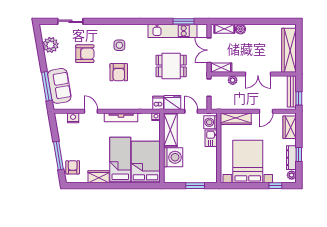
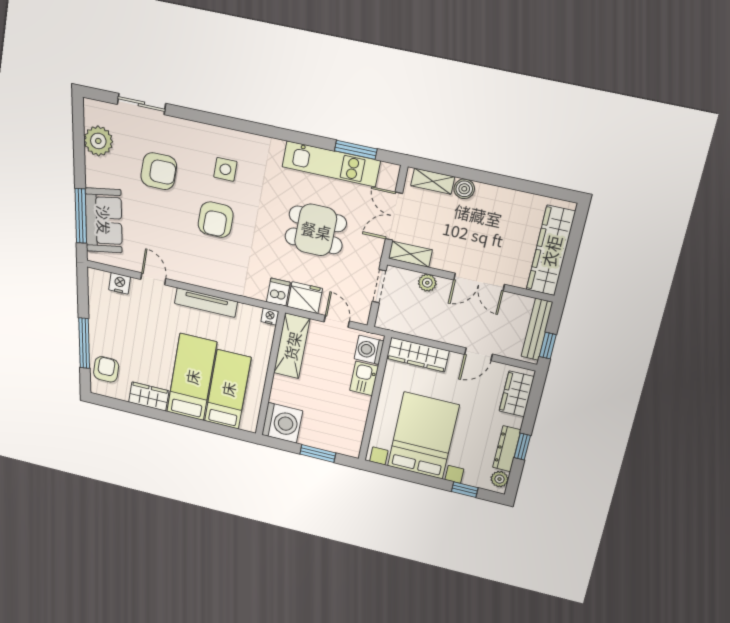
washing machine: (173, 157) -> (282, 423), moved
bed: (146, 162) -> (228, 389), width x0.67

